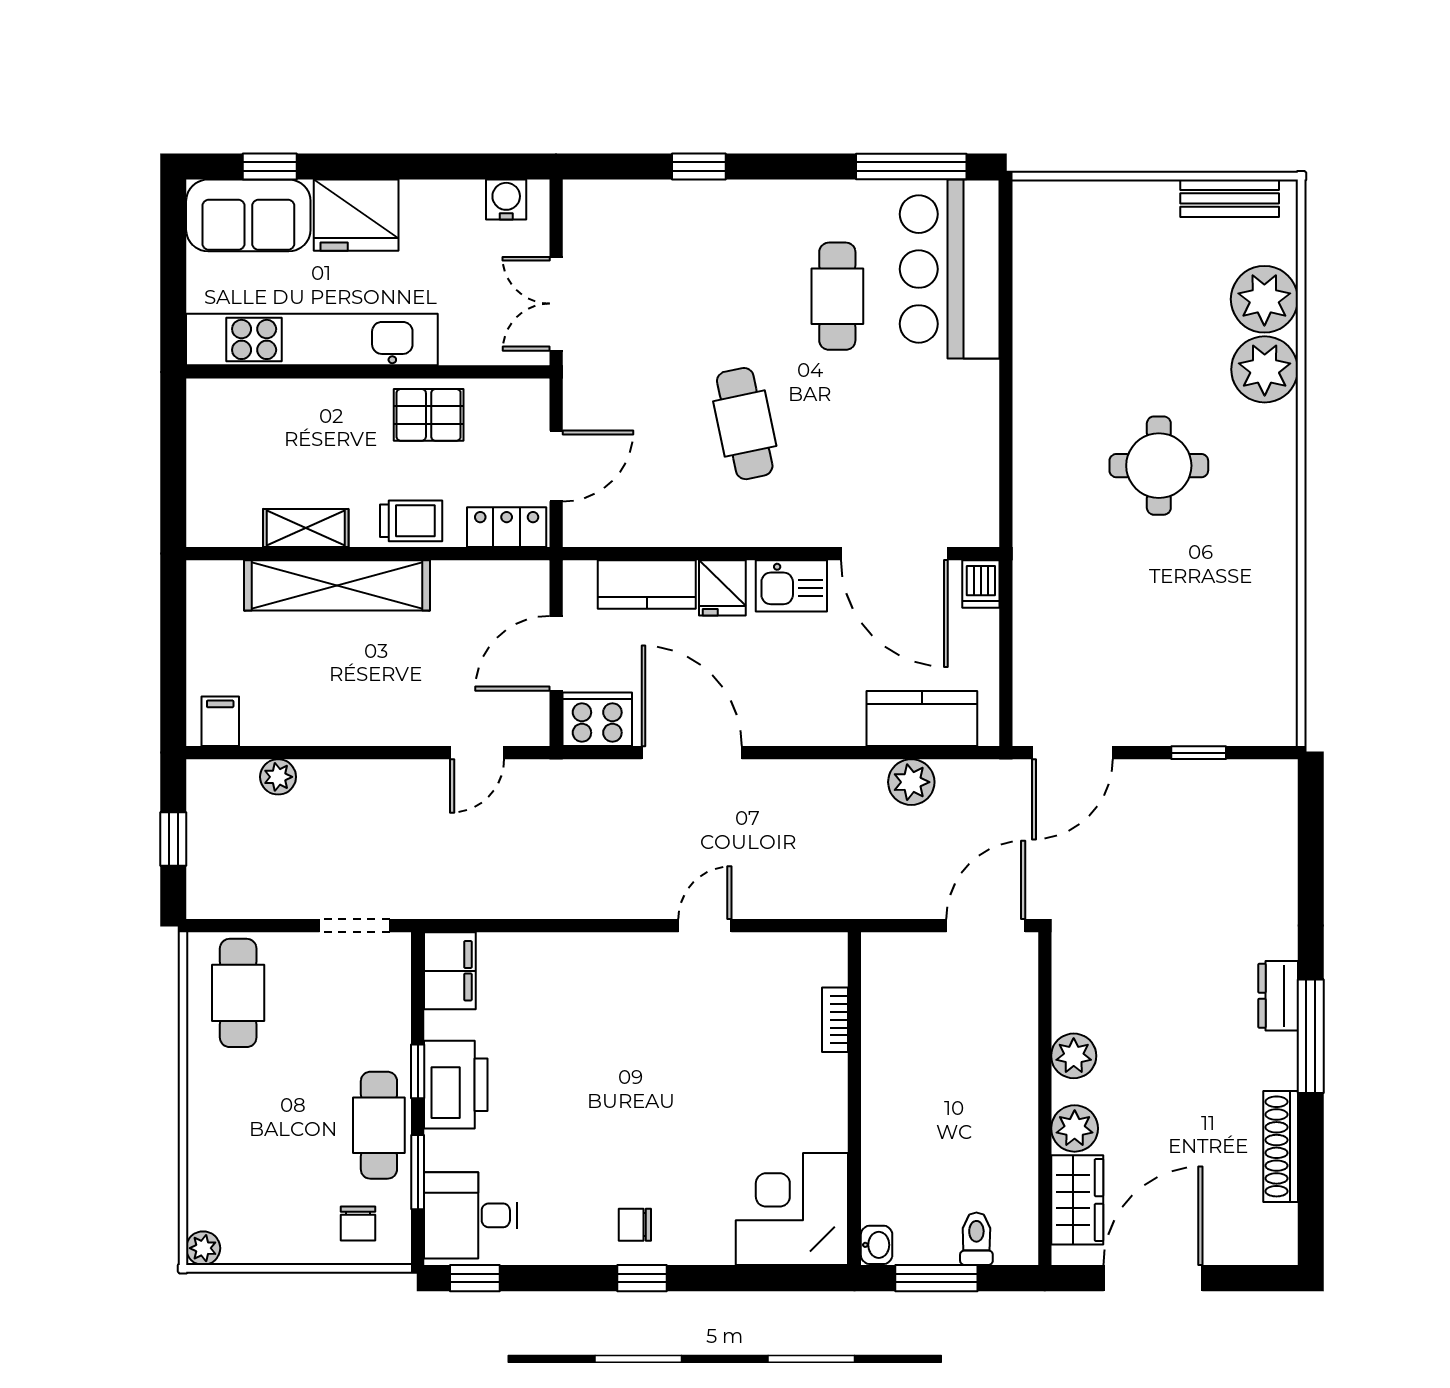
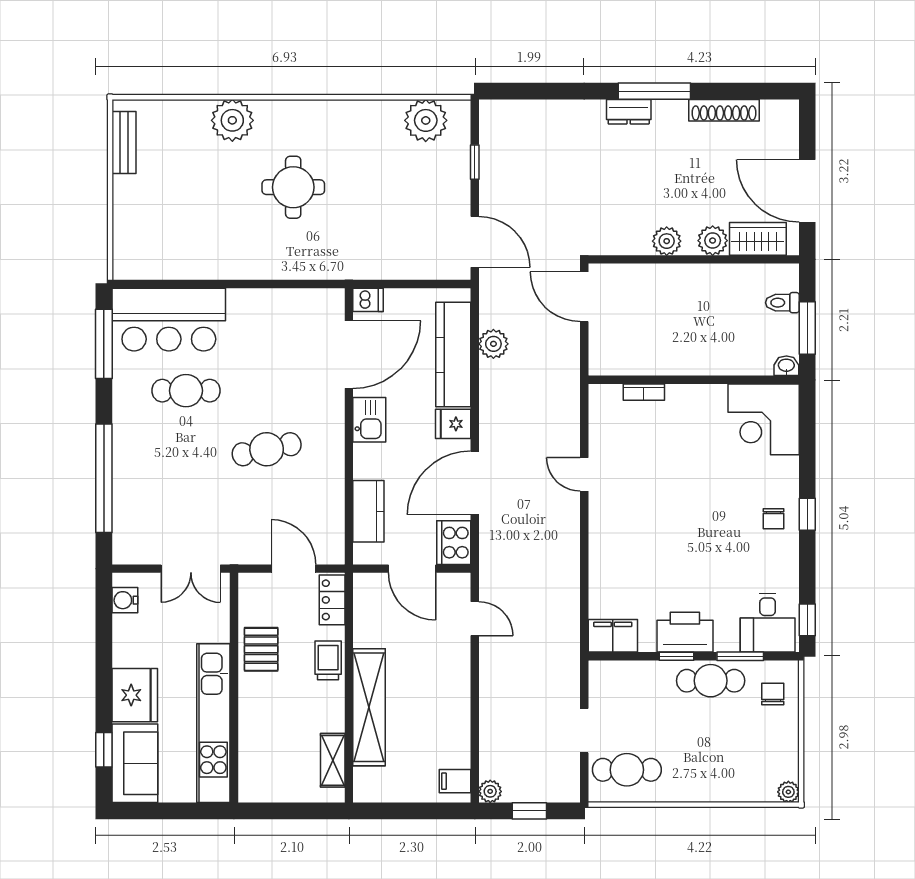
window: (699, 167) -> (104, 478), width x3.17
plant: (1264, 299) -> (426, 120), moved
shelving: (306, 528) -> (333, 760), moved
fridge: (722, 588) -> (453, 424), moved, turned 180
kitchen counter: (922, 718) -> (453, 355), width x1.50
plant: (278, 777) -> (490, 791), moved
doorway: (355, 926) -> (584, 731), moved
chair: (358, 1224) -> (773, 694), turned -90

